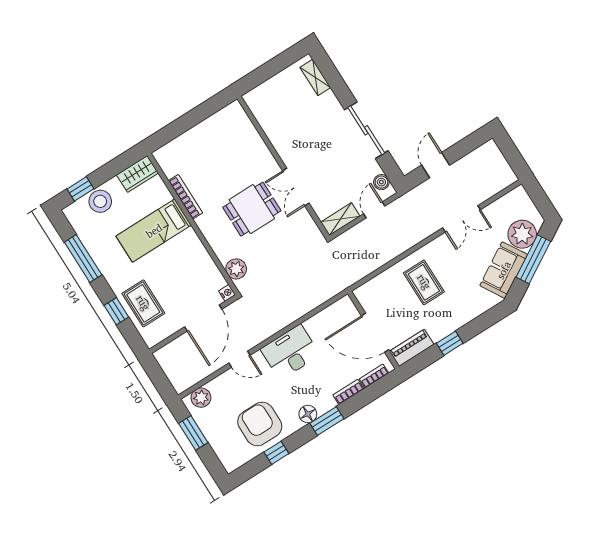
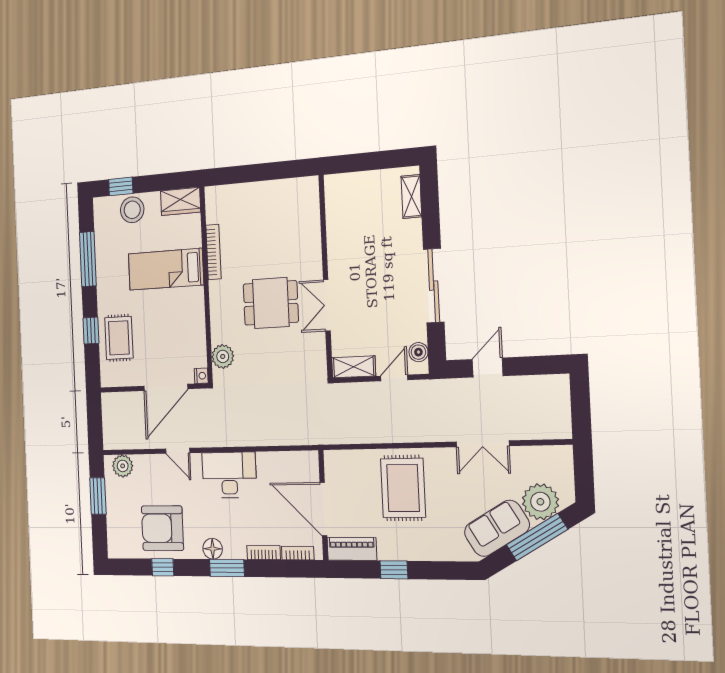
rug: (424, 282) -> (403, 488), width x1.36, depth x1.43
armchair: (260, 424) -> (162, 528), turned -90

